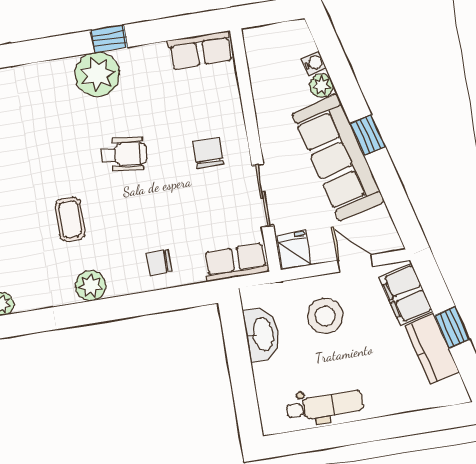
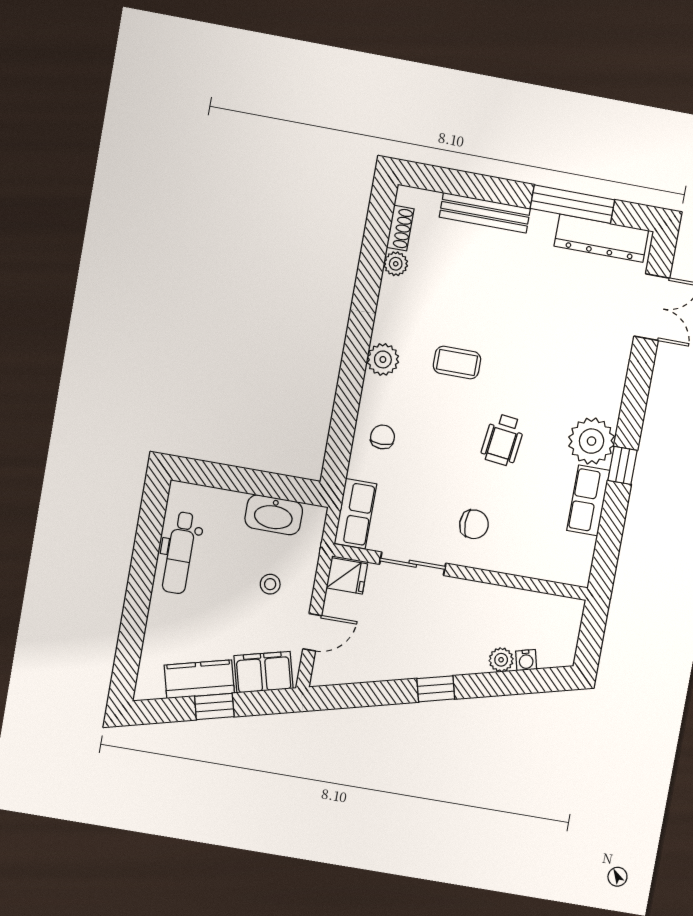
row of seats: (200, 50) -> (588, 500), moved
sofa: (338, 158) -> (424, 652), removed
stool: (325, 316) -> (270, 584), width x0.53, depth x0.53

